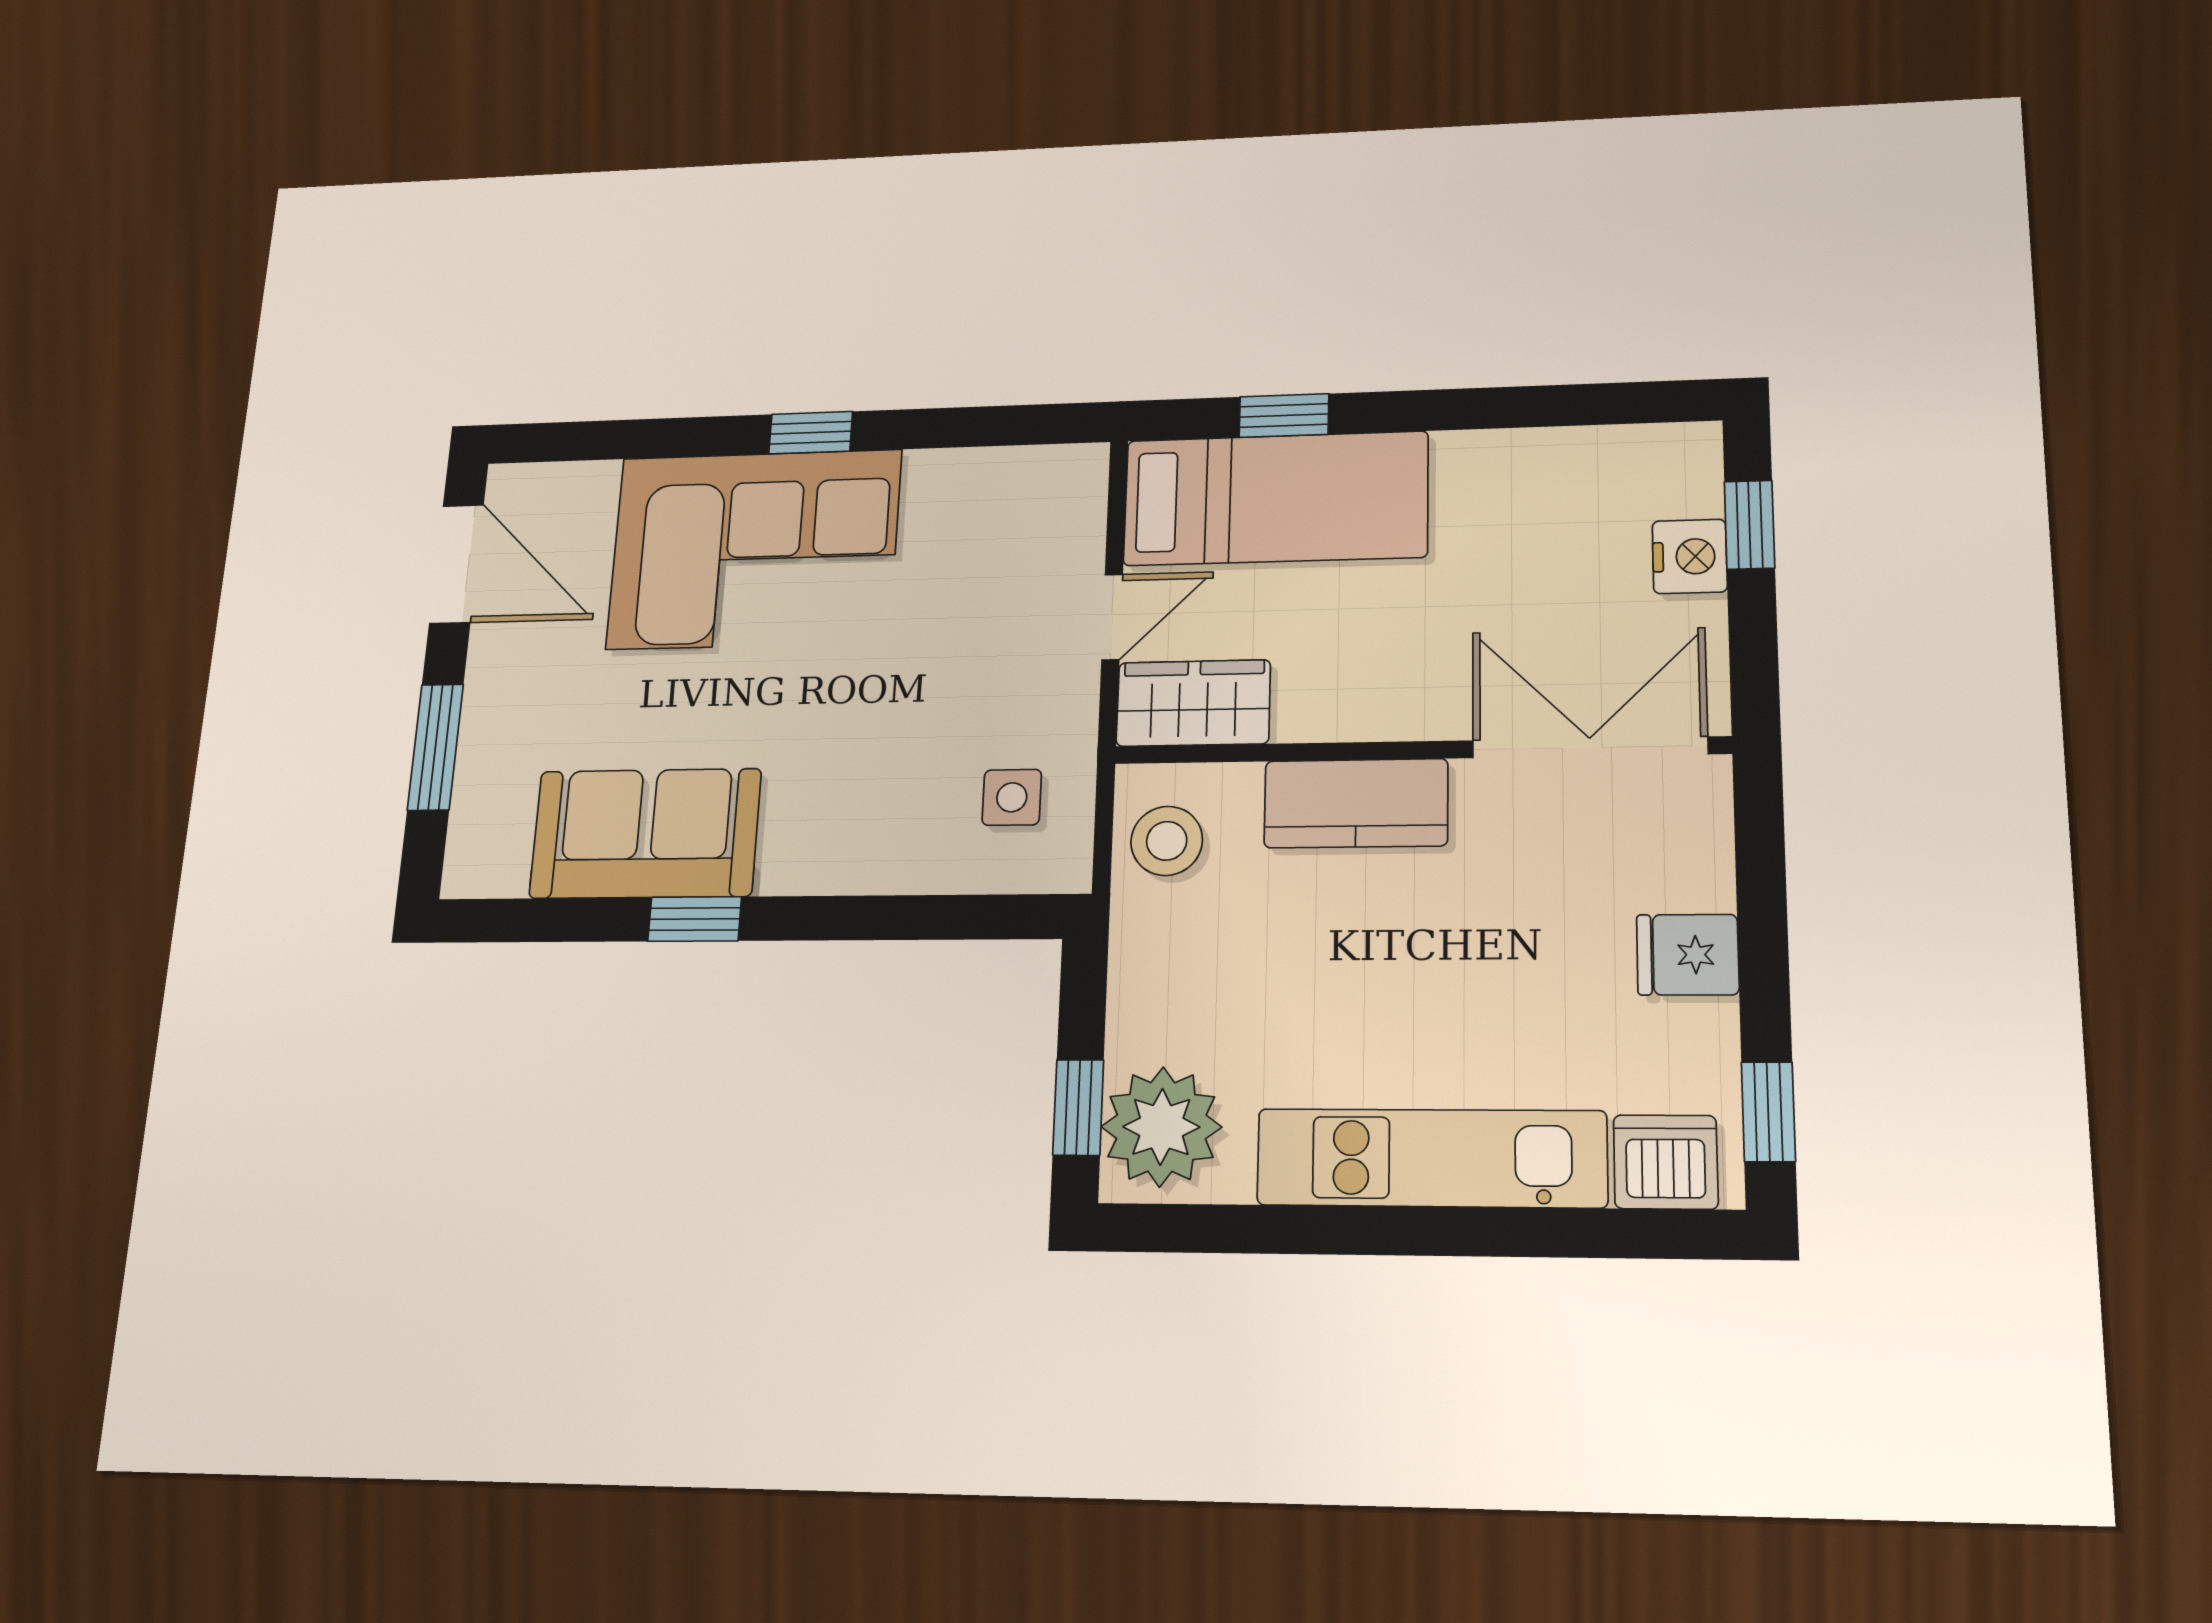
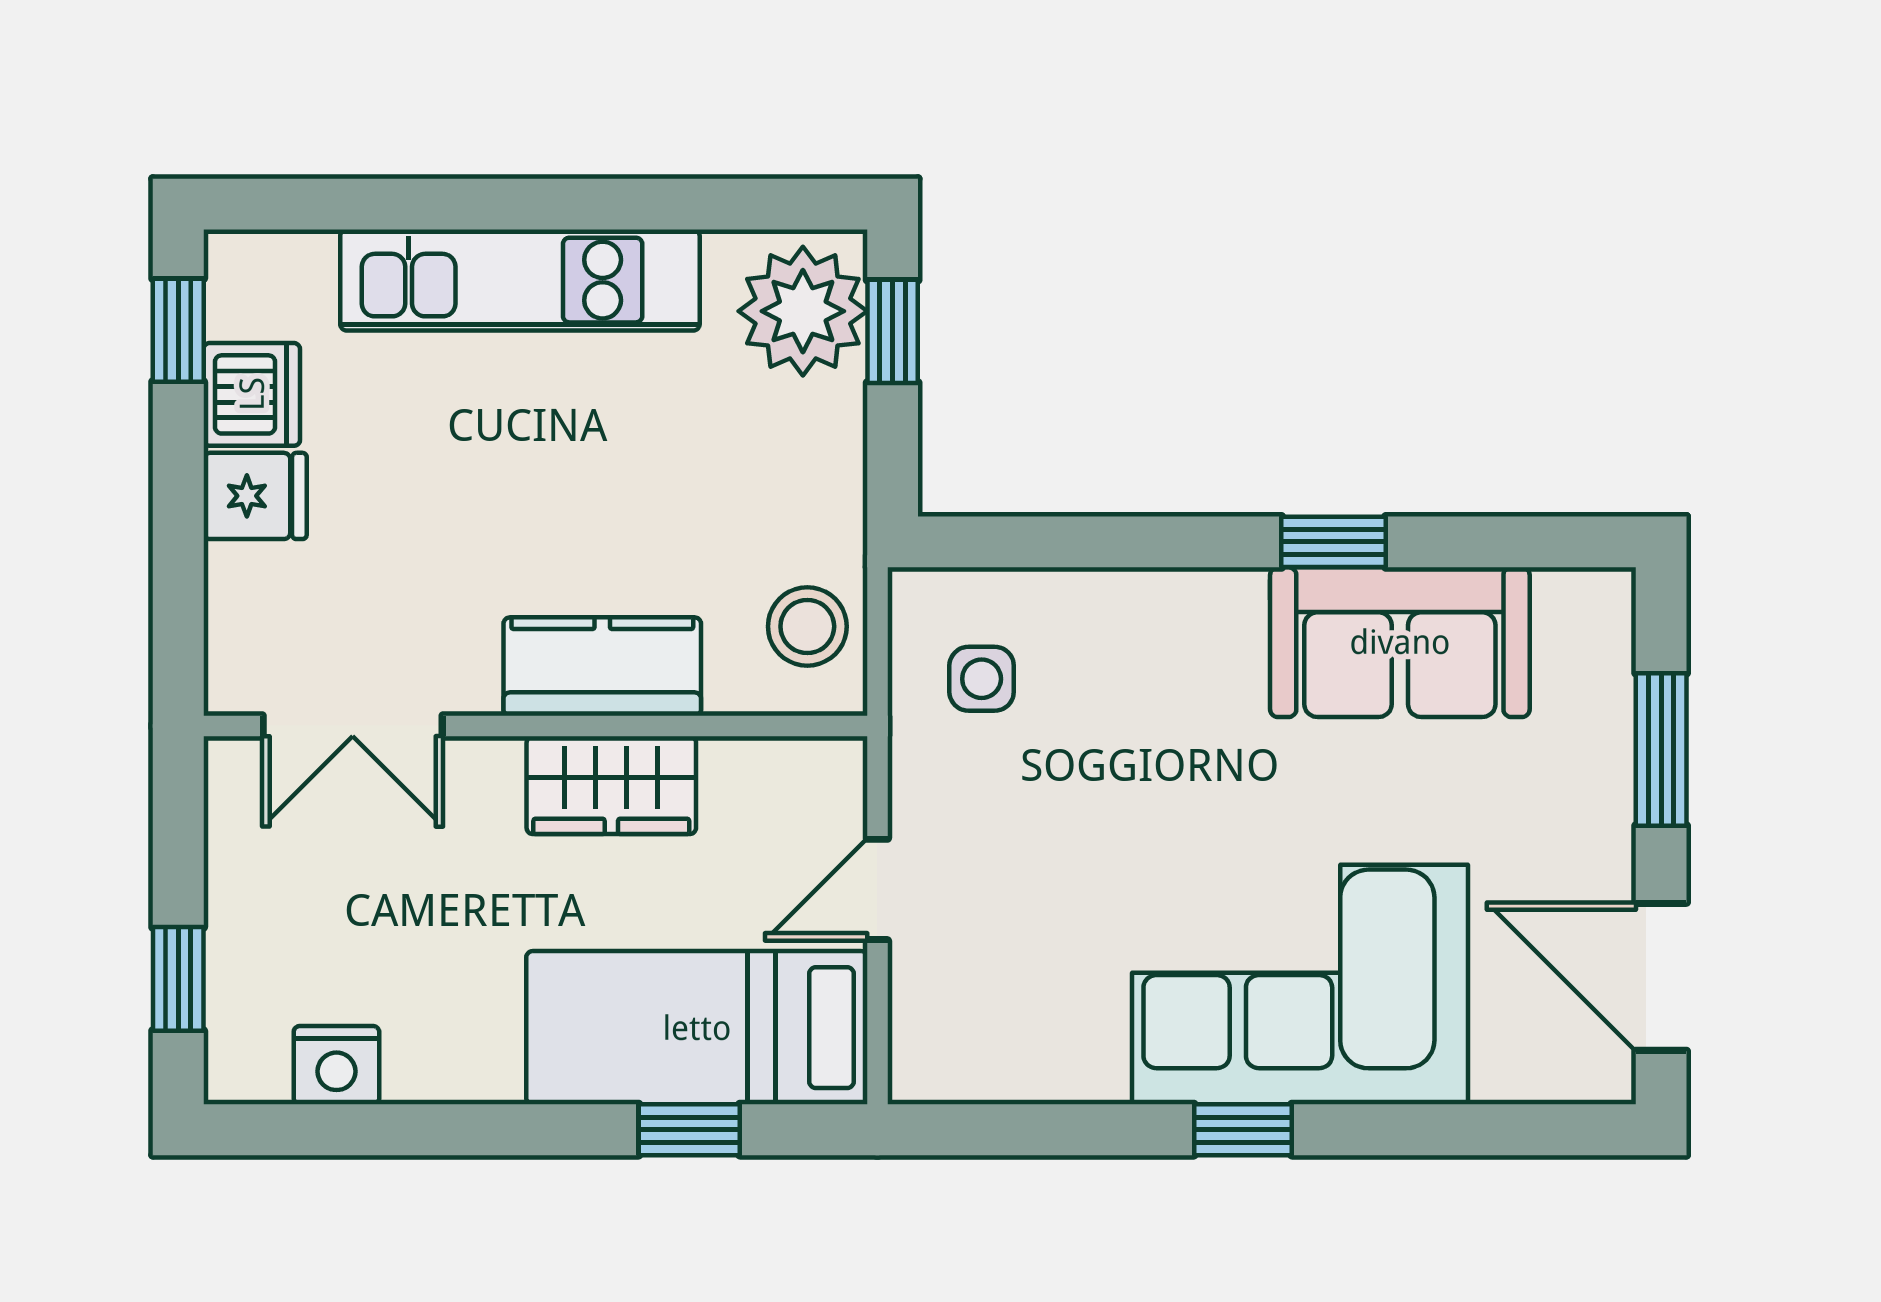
nightstand: (1690, 556) -> (336, 1065), moved, turned -90
wardrobe: (1193, 703) -> (611, 785), moved
double door: (1590, 747) -> (353, 726), width x0.73
dishwasher: (1666, 1162) -> (252, 394), moved, turned -90

